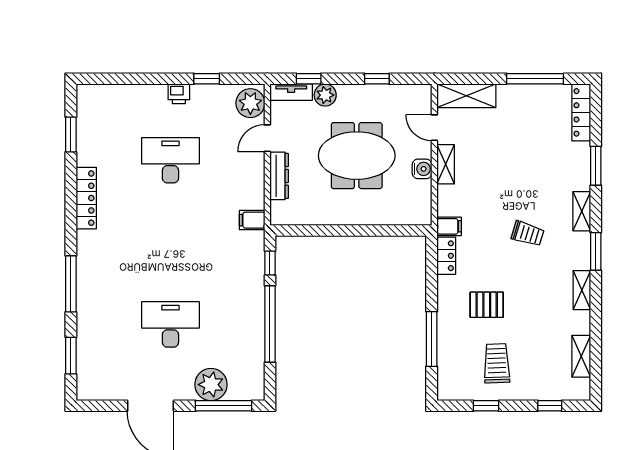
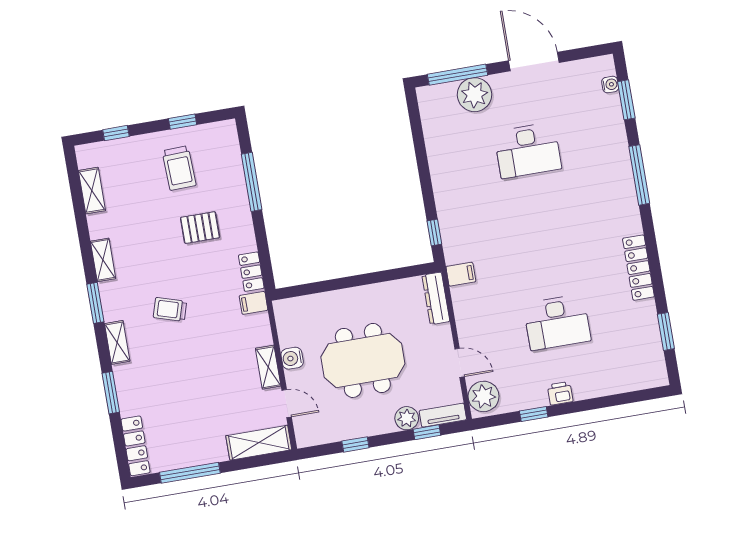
door: (267, 138) -> (460, 363), hinge flipped
dresser: (279, 176) -> (436, 298), moved
window: (270, 324) -> (423, 169), removed
water cooler: (83, 372) -> (610, 85), added

